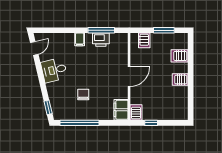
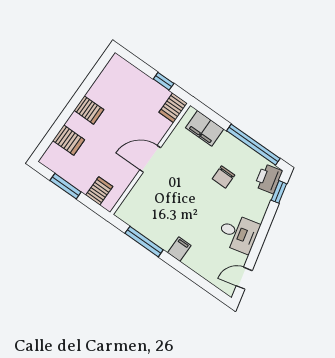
printer: (101, 40) -> (269, 179), moved, turned -103
filing cabinet: (121, 110) -> (205, 128), moved, turned 90

